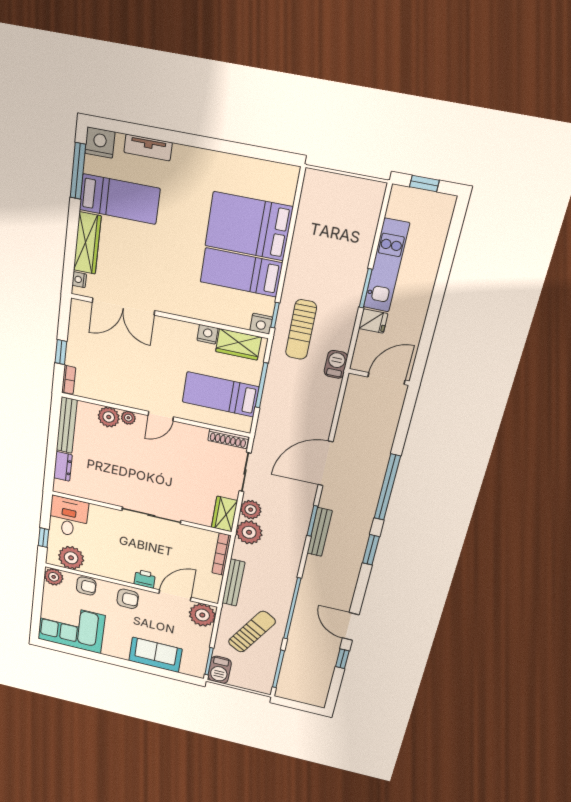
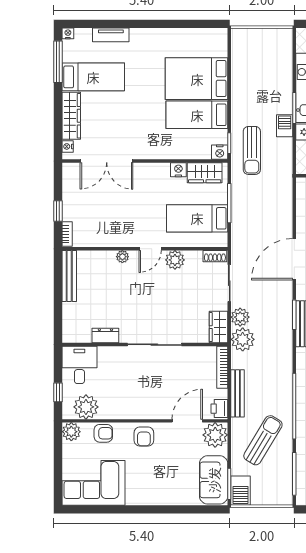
nightstand: (100, 143) -> (68, 33), width x0.53, depth x0.56
barbecue: (336, 364) -> (285, 126), moved
plant: (109, 417) -> (175, 260), moved
shoe rack: (228, 439) -> (215, 256), width x0.70
dresser: (63, 466) -> (105, 336), moved, turned -90
printer: (145, 579) -> (219, 409), moved, turned -90
armchair: (128, 599) -> (144, 437), turned 90
sofa: (155, 655) -> (214, 480), moved, turned -90

